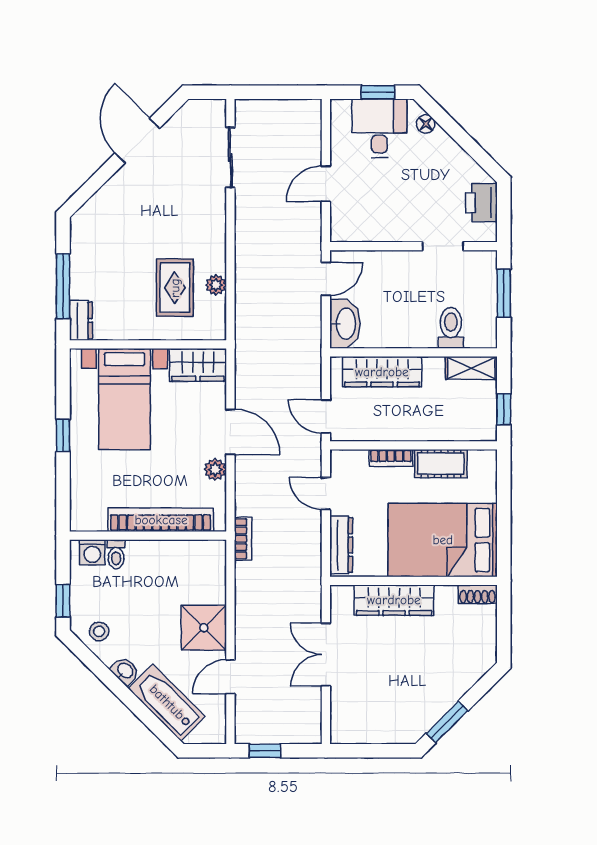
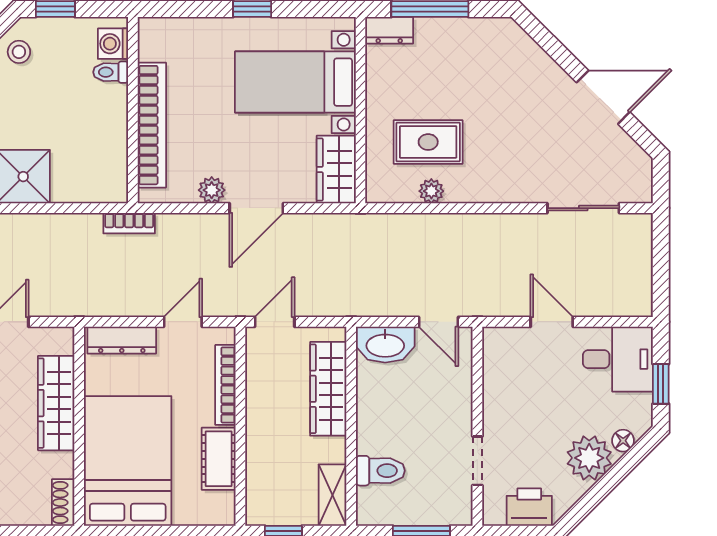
desk: (379, 128) -> (618, 359), moved
plant: (440, 152) -> (589, 458), added
bookcase: (391, 458) -> (225, 385), width x1.56

